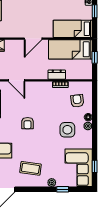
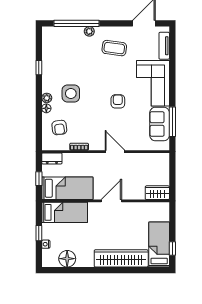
dresser: (57, 75) -> (52, 158), moved
door: (16, 80) -> (115, 152), moved
window: (95, 166) -> (39, 68), moved
corner sofa: (79, 168) -> (58, 49), removed
window: (63, 189) -> (77, 23), width x3.17

